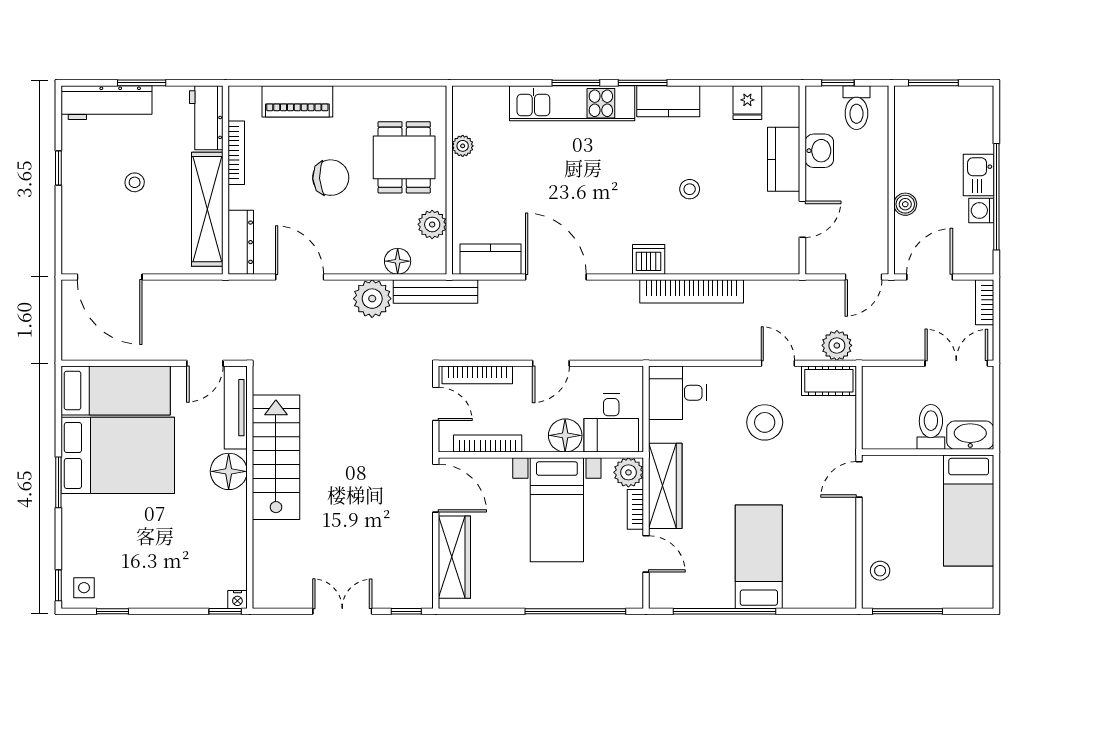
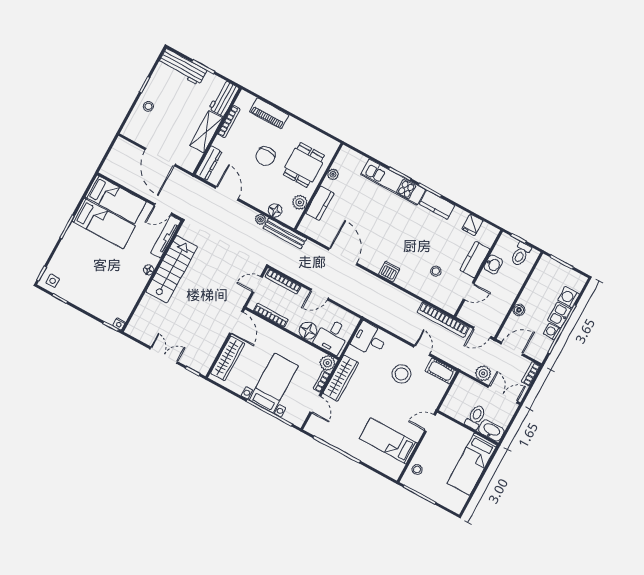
washing machine: (978, 136) -> (569, 297), added
chair: (331, 178) -> (265, 156), turned 93
stool: (135, 182) -> (148, 106), moved
stool: (690, 189) -> (436, 271), moved
shelving: (207, 209) -> (206, 132), width x0.68
kitchen counter: (491, 259) -> (320, 203), moved, turned 90
door: (110, 277) -> (160, 157), moved
bookcase: (692, 291) -> (443, 320), moved
plant: (372, 299) -> (261, 219), width x0.53, depth x0.53
plant: (837, 345) -> (483, 373), moved
door: (436, 404) -> (257, 284), swing flipped
bed: (118, 455) -> (104, 224), width x0.67
floor lamp: (229, 471) -> (149, 270), width x0.53, depth x0.53
bed with nightstands: (557, 510) -> (274, 383), moved, turned 180
bed: (759, 557) -> (388, 441), moved, turned -90

